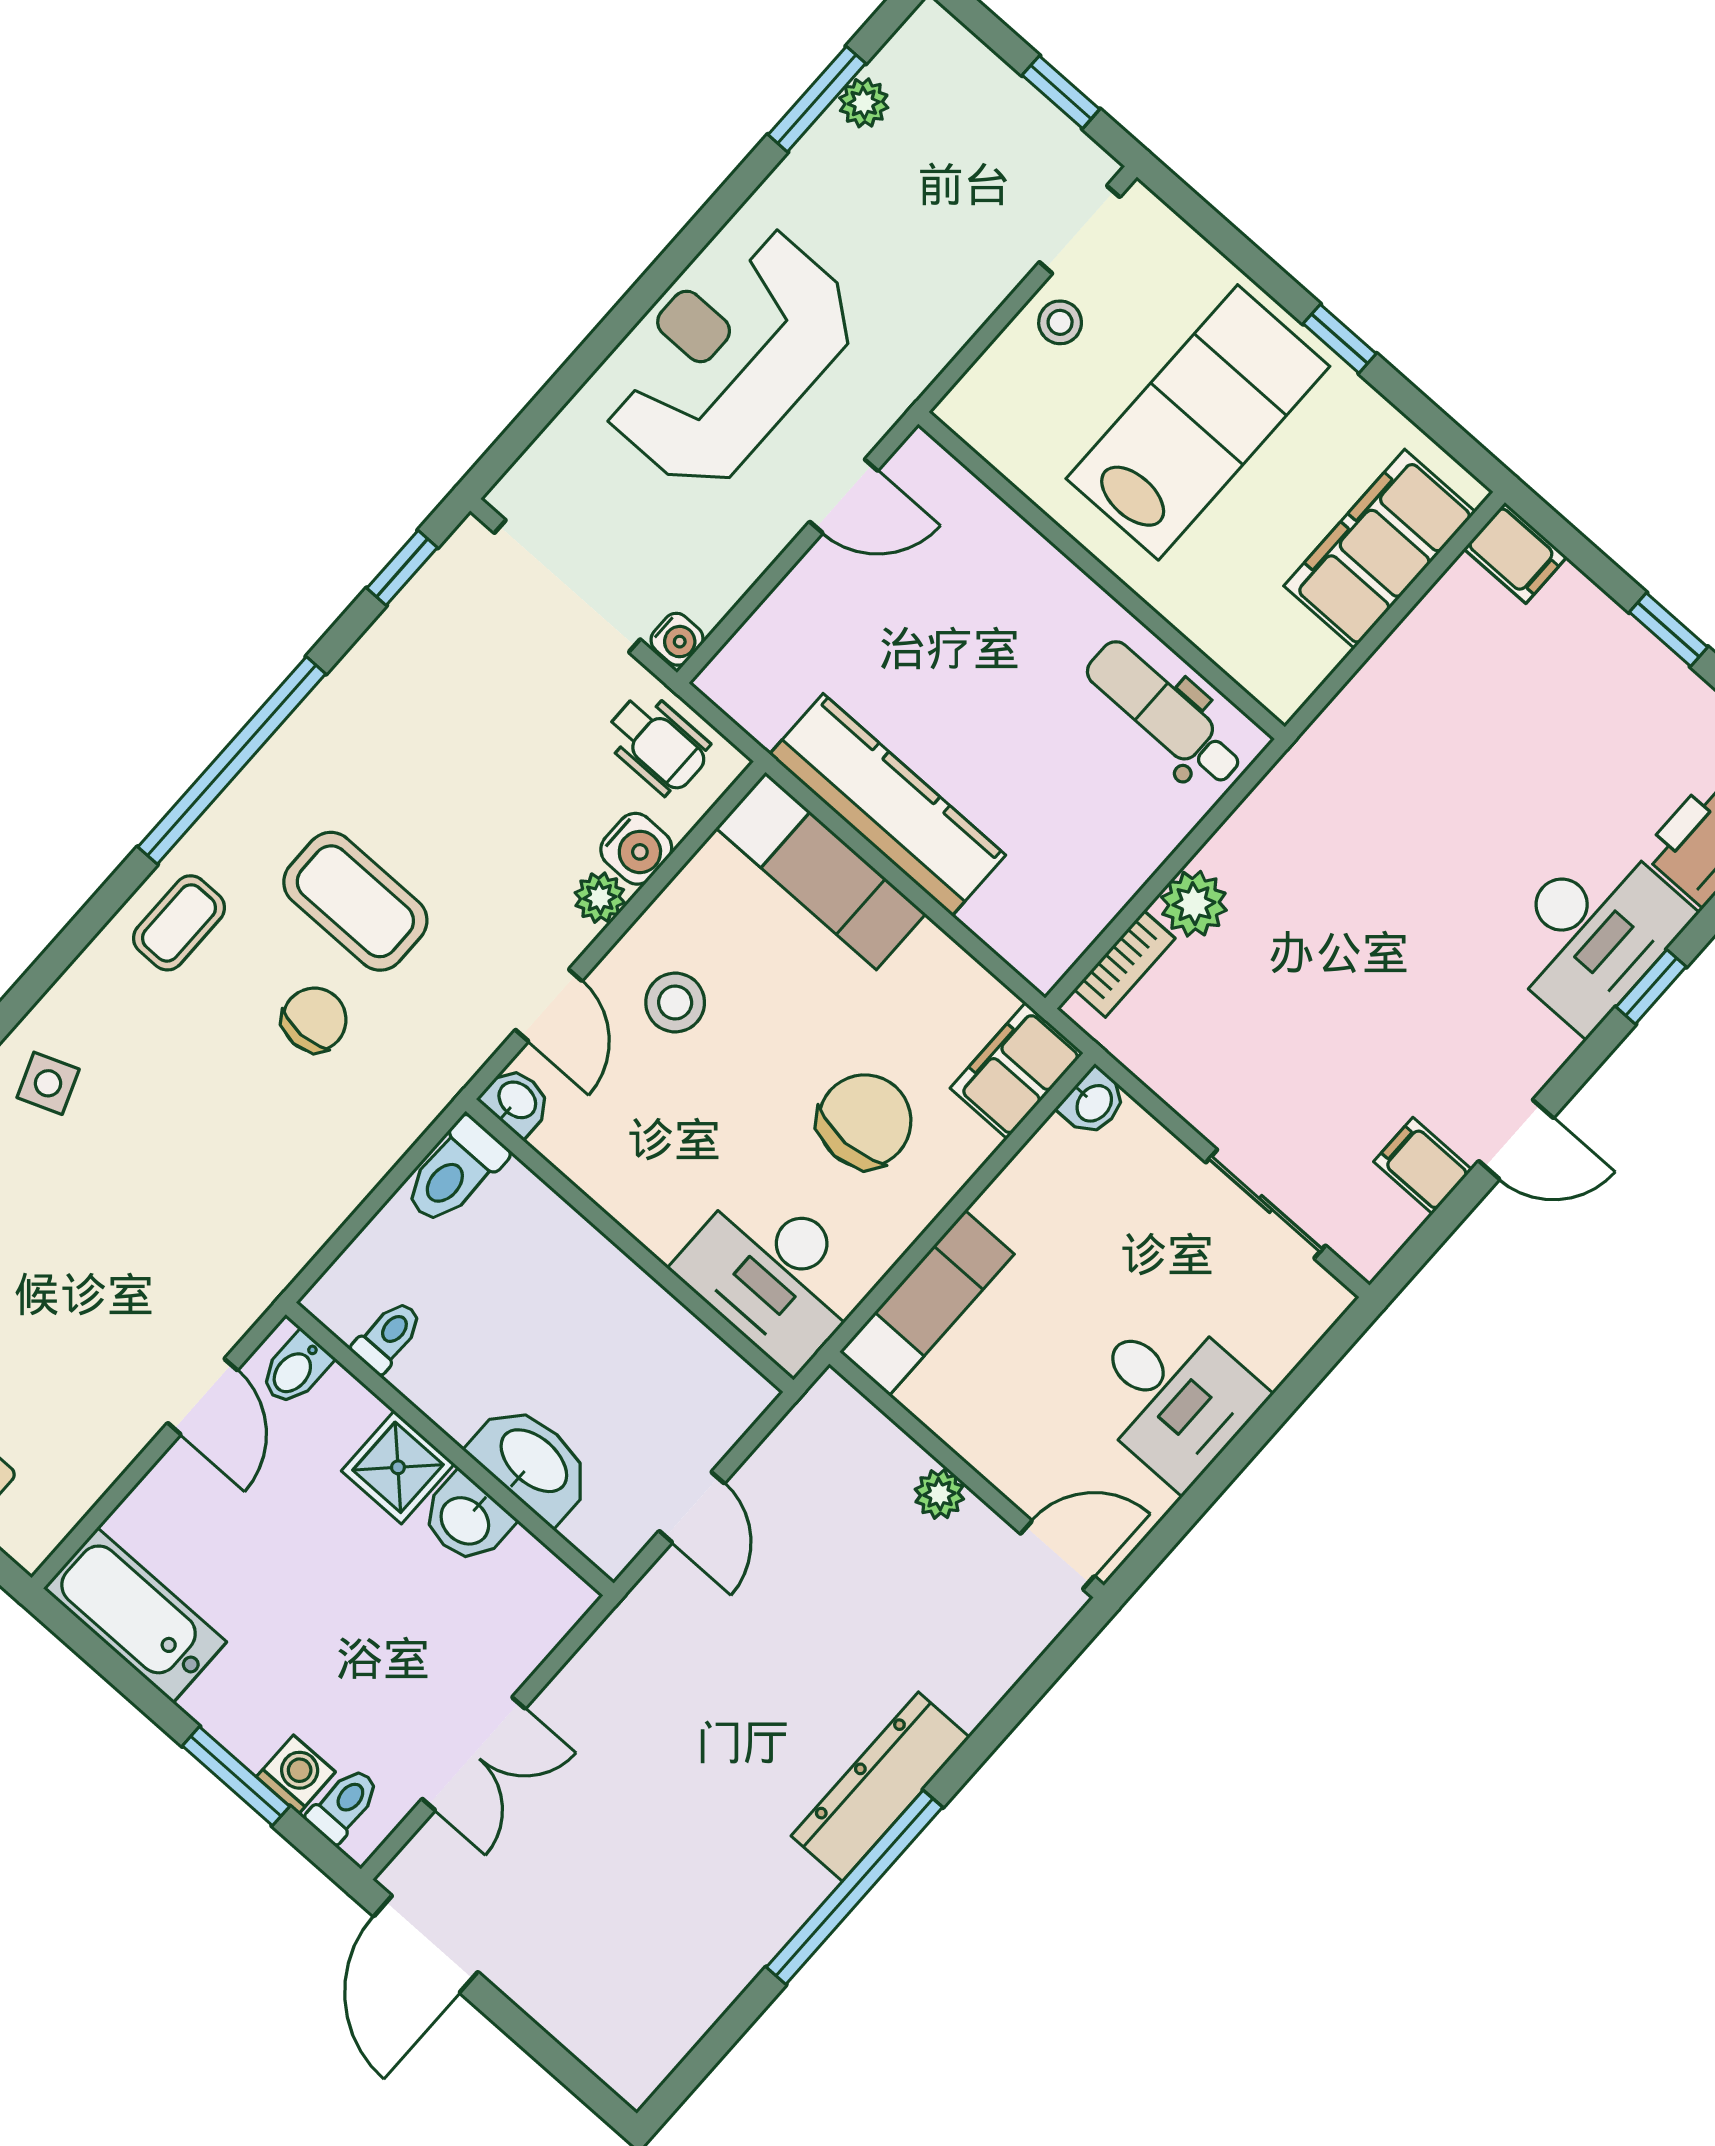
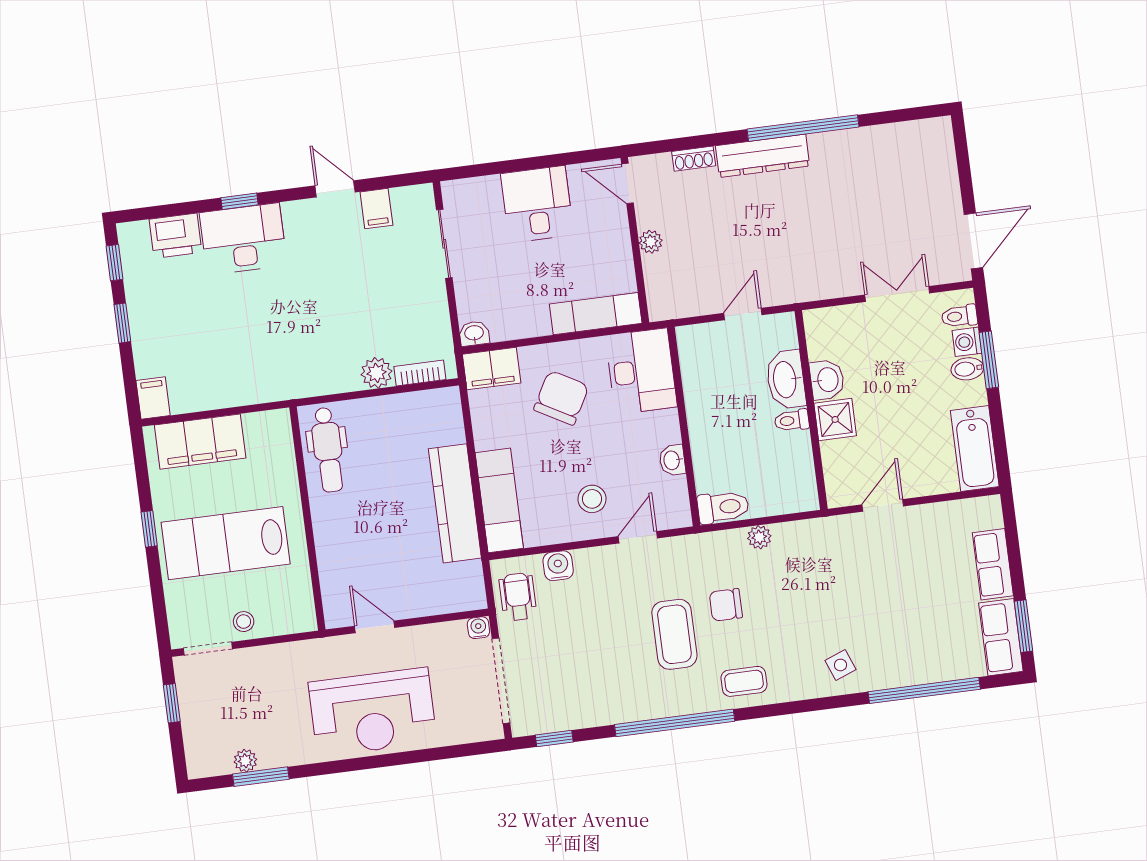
plant: (600, 898) -> (759, 537), moved
washbasin: (516, 1101) -> (672, 460), moved
chair: (865, 1121) -> (561, 398), turned 119
toilet: (388, 1336) -> (792, 420), moved
bidet: (296, 1369) -> (967, 369), moved, turned 180
shoe rack: (986, 1686) -> (694, 159), added

